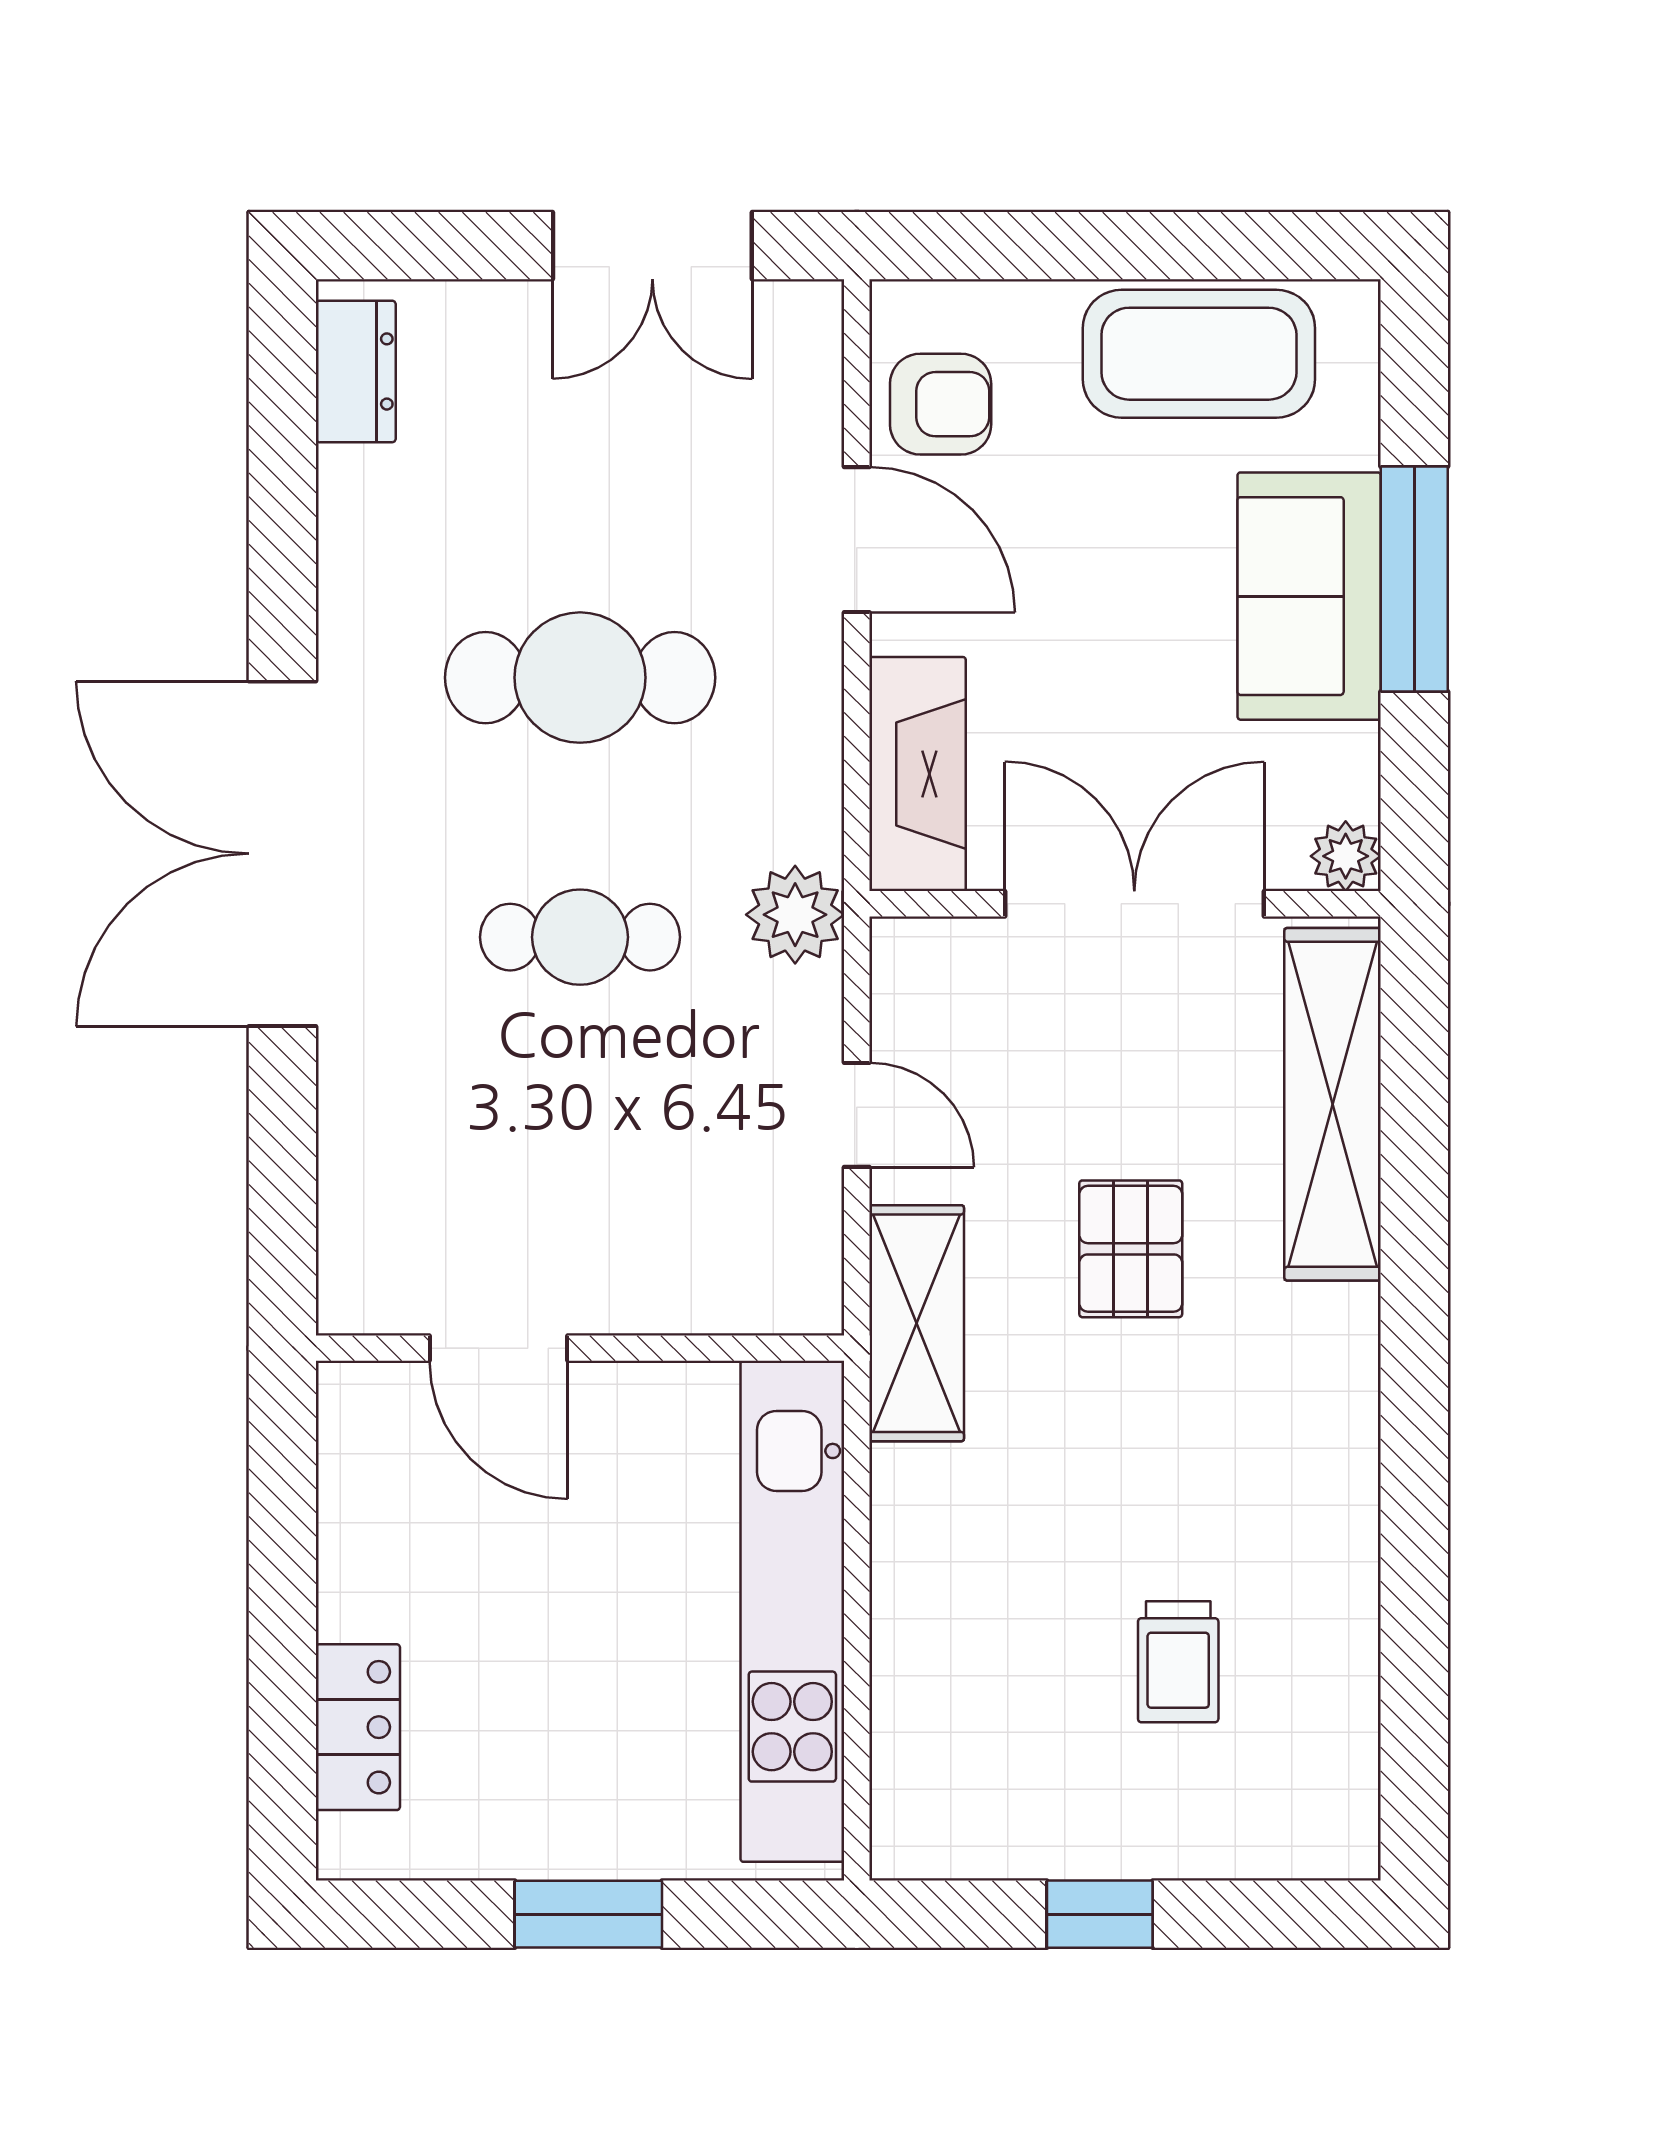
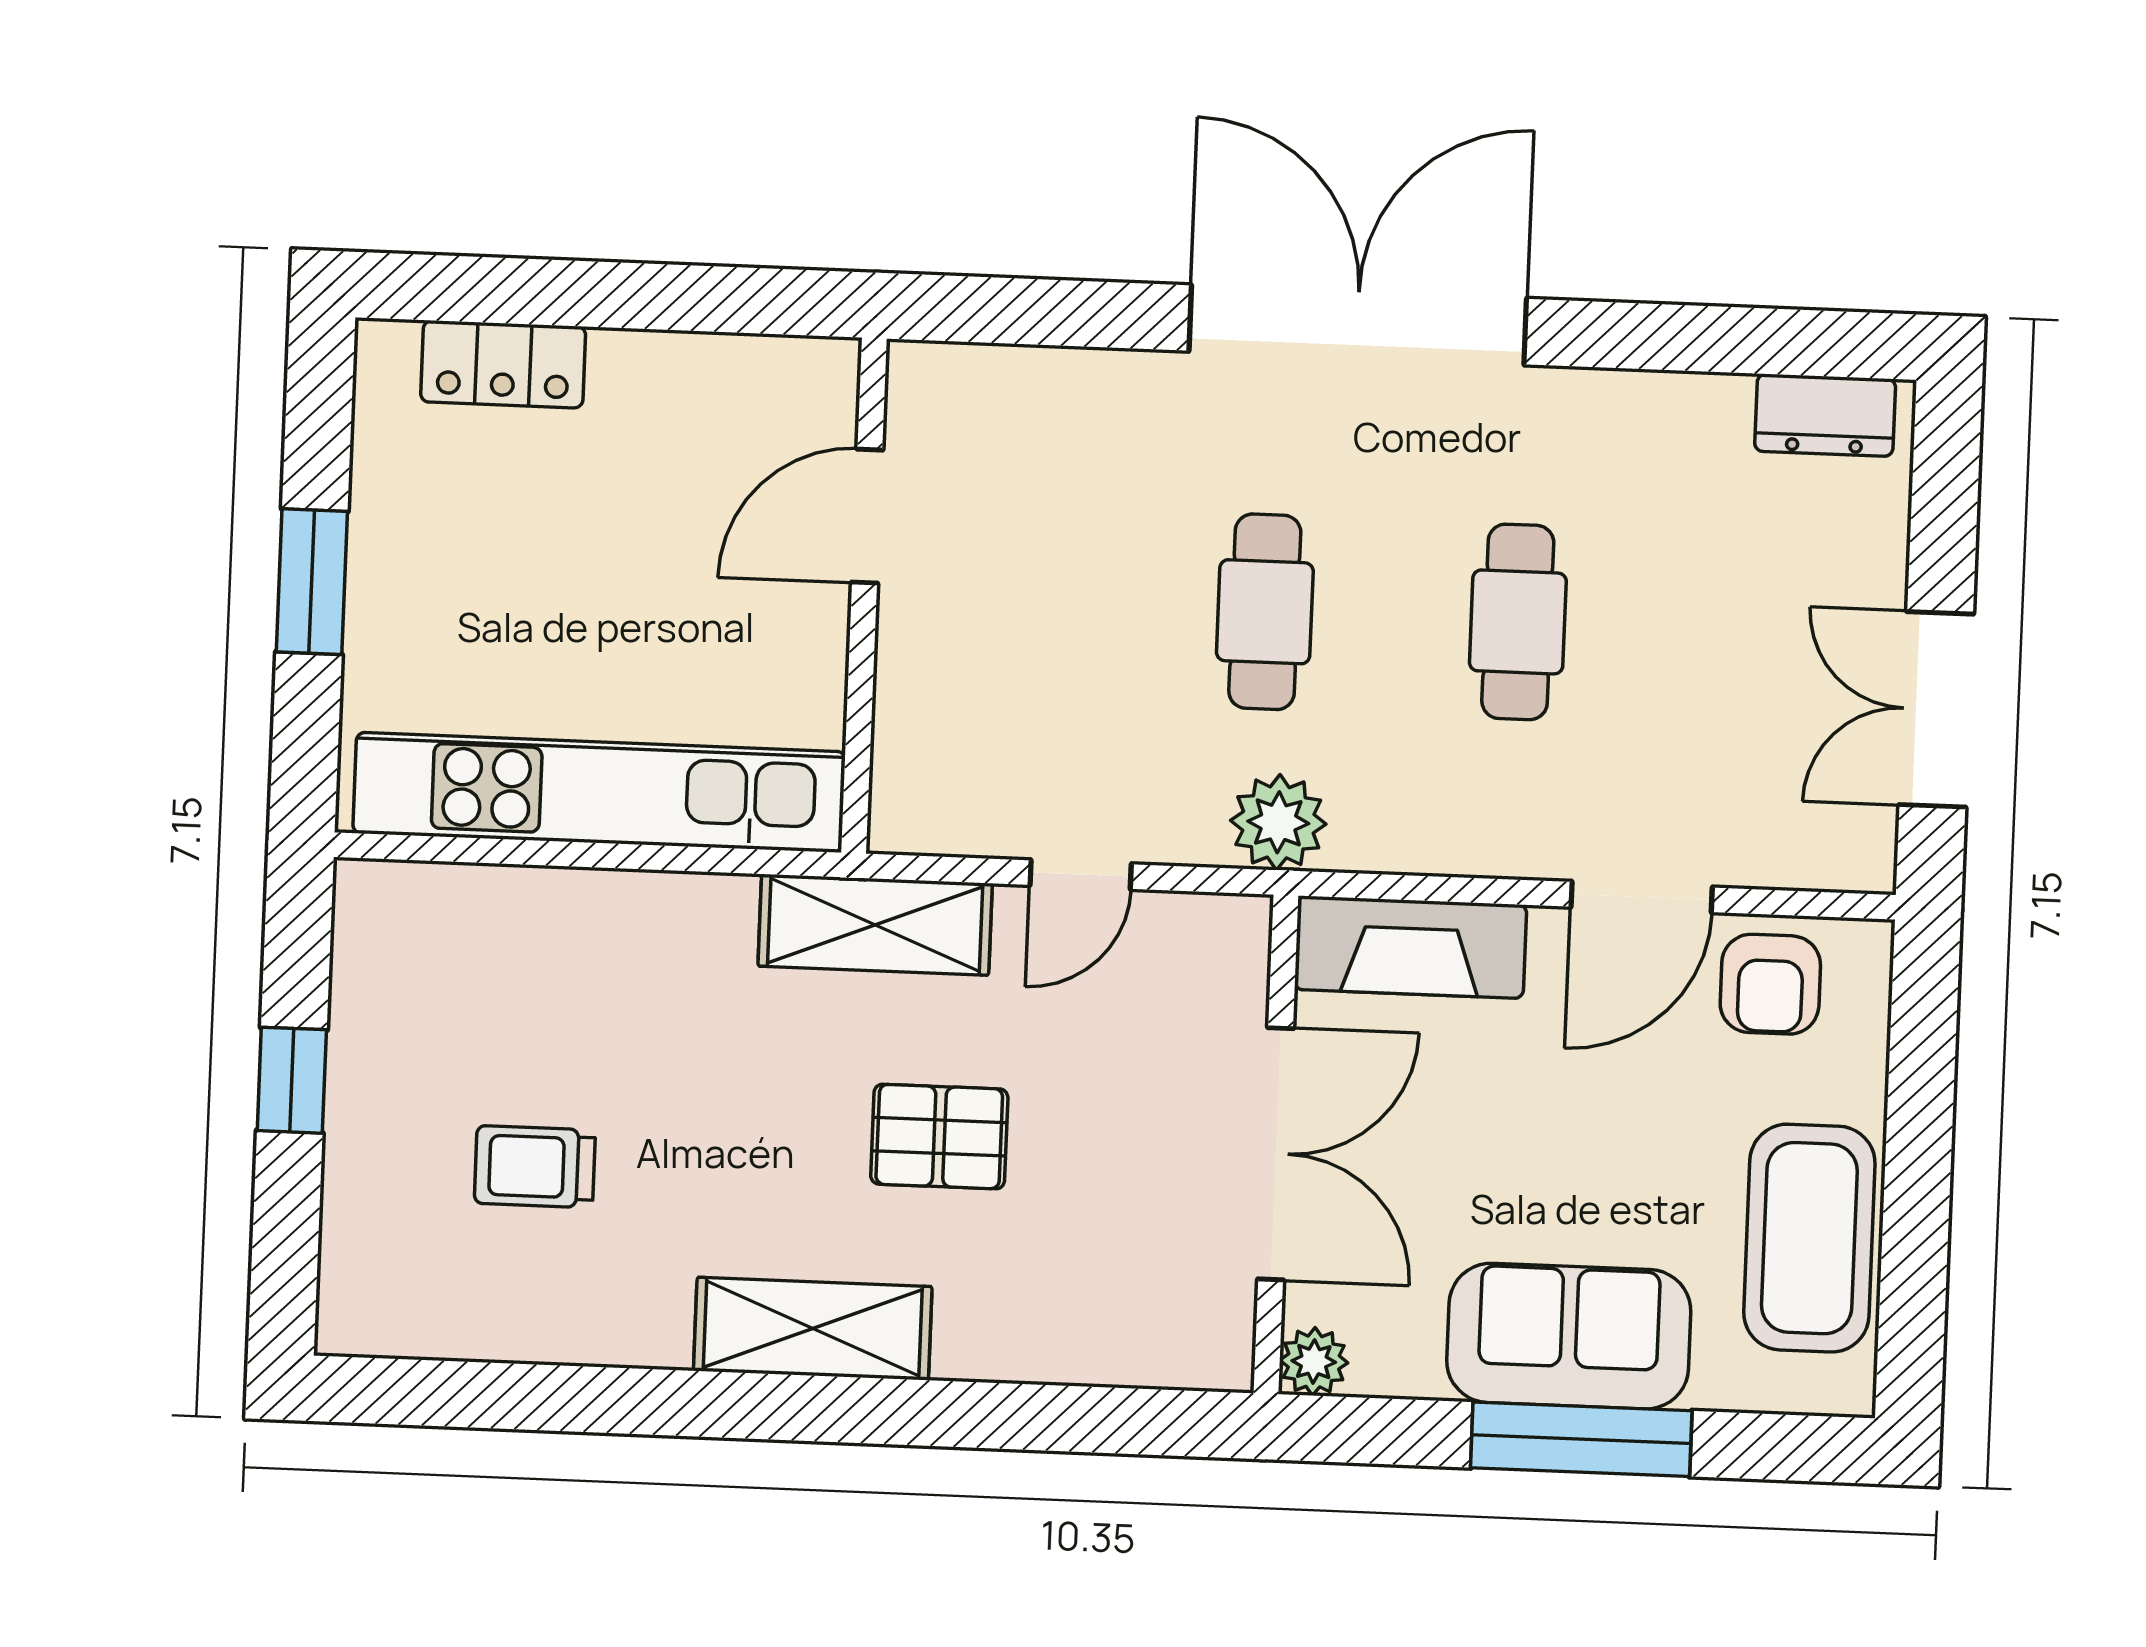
cafe table: (580, 678) -> (1518, 622), width x0.73, depth x0.74
shelving: (1333, 1104) -> (813, 1329), moved, width x0.68

